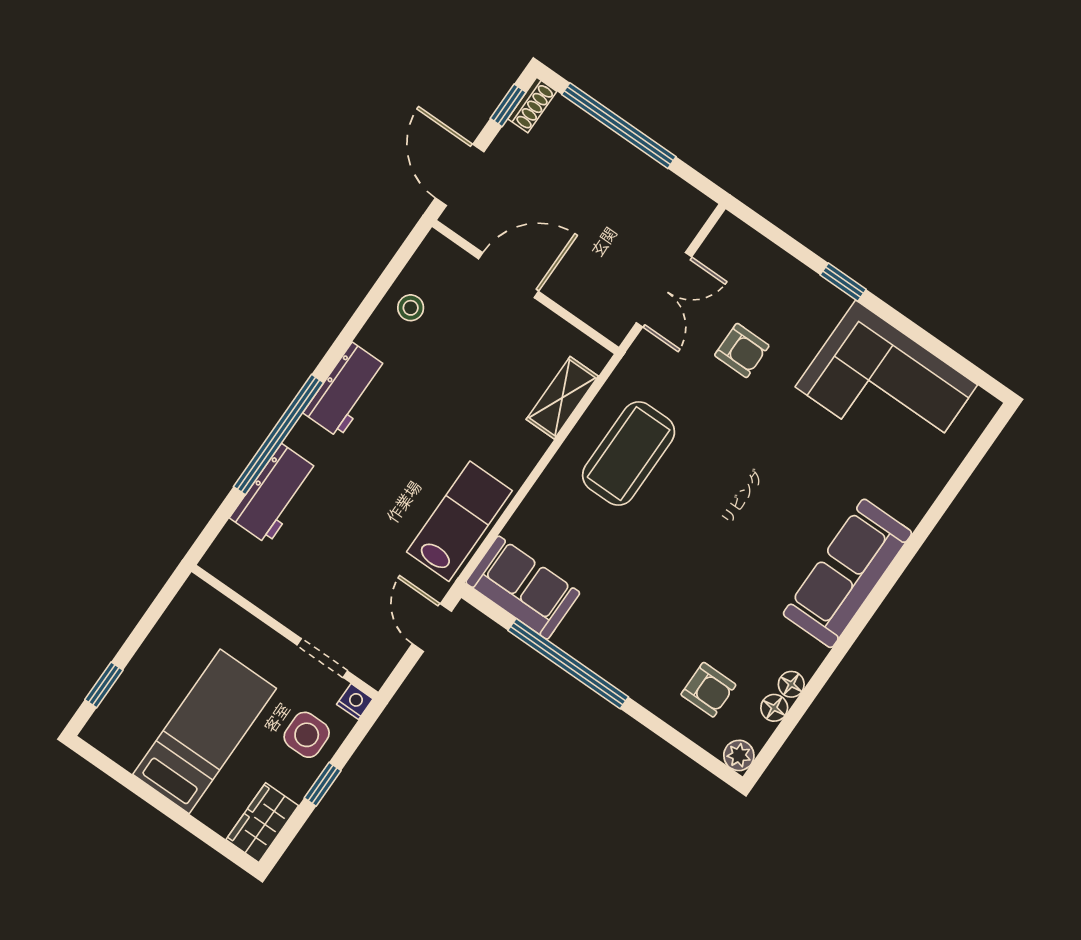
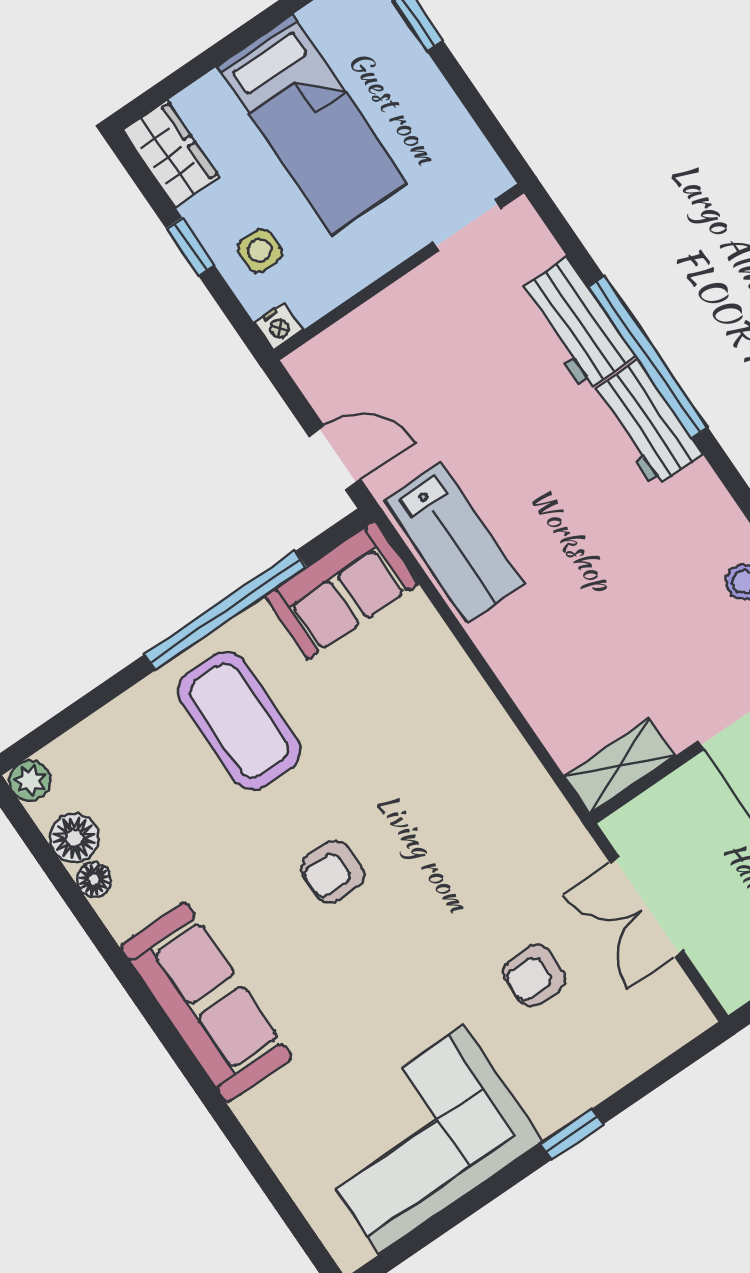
workbench: (346, 390) -> (646, 424), moved
shelving: (562, 398) -> (620, 766), moved, turned 90
coffee table: (629, 454) -> (239, 721), moved
doorway: (322, 658) -> (467, 225), moved
armchair: (708, 690) -> (333, 872), moved
floor lamp: (774, 708) -> (74, 838), width x1.37, depth x1.37
side table: (307, 735) -> (260, 251), width x0.73, depth x0.73

